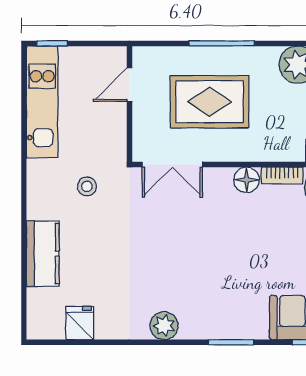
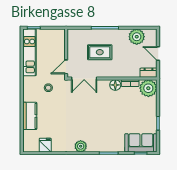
door: (129, 85) -> (66, 67), moved
rug: (210, 102) -> (100, 52), width x0.73, depth x0.70

